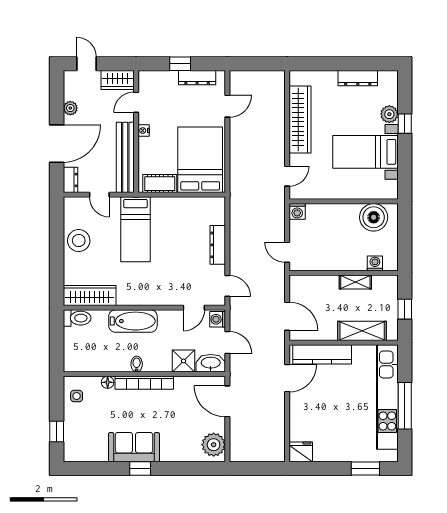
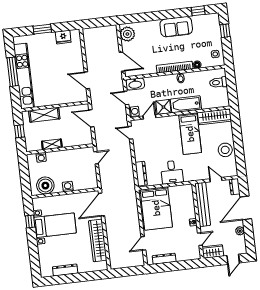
door: (87, 64) -> (233, 259), hinge flipped
window: (180, 64) -> (176, 266), removed
plant: (389, 114) -> (43, 250), removed
window: (405, 124) -> (30, 222), moved
door: (287, 176) -> (102, 205), width x1.88
cot: (160, 184) -> (179, 191), removed
washing machine: (297, 211) -> (68, 187), moved
desk: (168, 215) -> (172, 172), added
bed: (135, 229) -> (190, 134), moved, turned 180
dresser: (218, 245) -> (141, 174), moved
door: (287, 252) -> (96, 158), hinge flipped
toilet: (77, 318) -> (218, 82), moved
kitchen counter: (322, 354) -> (67, 97), removed
shower: (184, 361) -> (163, 107), moved
door: (287, 378) -> (87, 80), hinge flipped
fridge: (301, 452) -> (63, 37), moved
window: (140, 468) -> (198, 11), moved
window: (365, 468) -> (42, 29), moved

